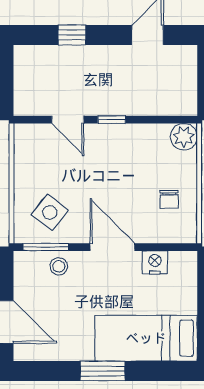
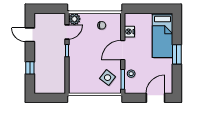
door: (68, 120) -> (67, 32), moved

